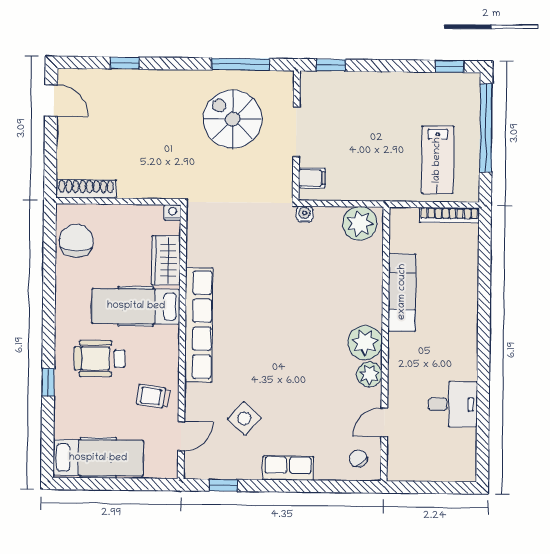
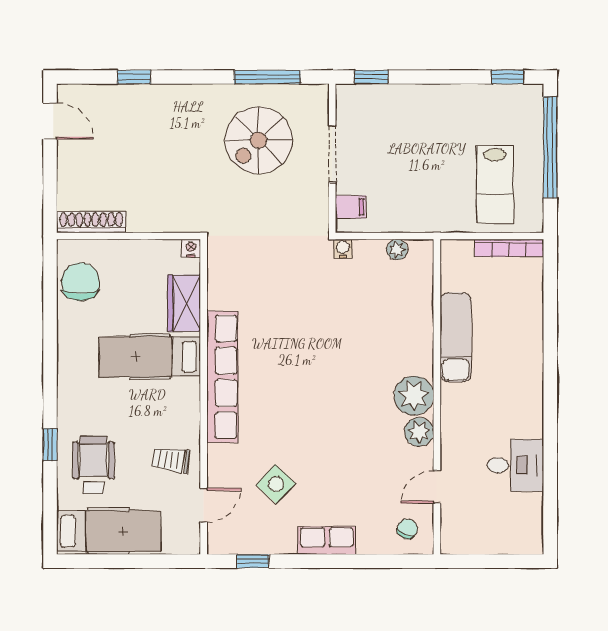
spiral stairs: (232, 119) -> (259, 140), turned -90
plant: (360, 224) -> (397, 250), width x0.53, depth x0.53
wheelchair: (99, 358) -> (93, 465), moved, turned 90
chair: (358, 459) -> (407, 529), turned 59

